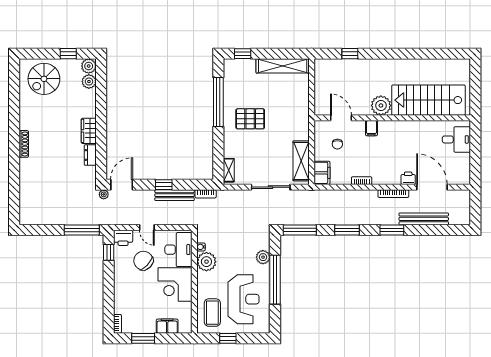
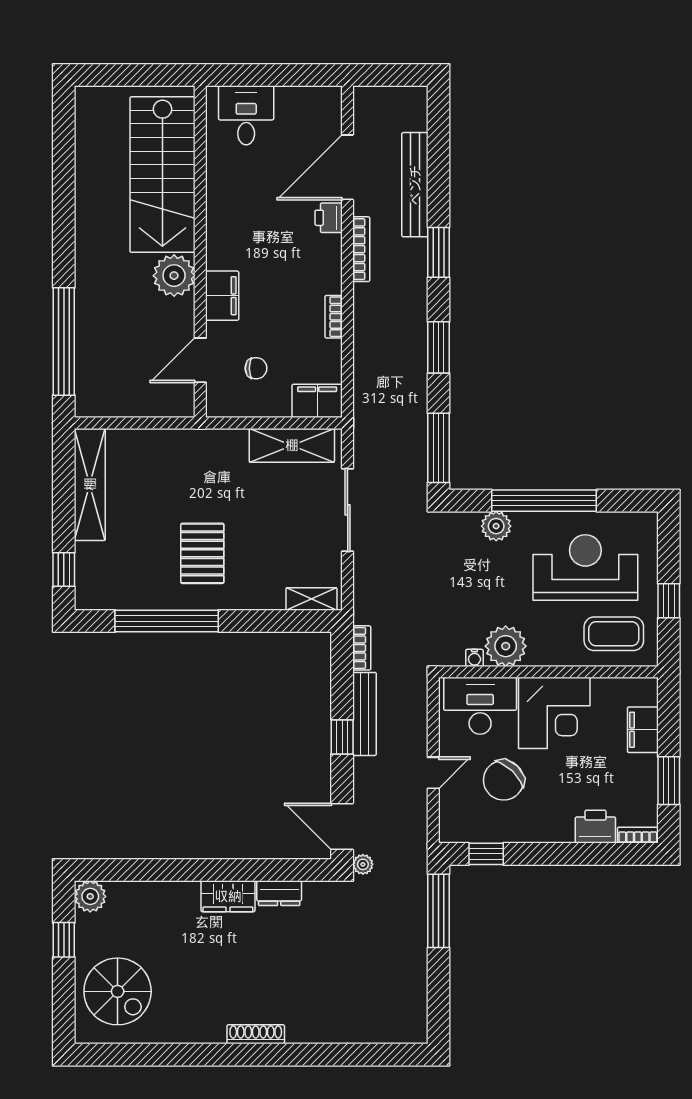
window: (350, 54) -> (64, 341), width x3.17
plant: (89, 82) -> (123, 896), removed
filing cabinet: (371, 128) -> (222, 296), width x2.00
printer: (123, 238) -> (595, 827), moved, turned -90

